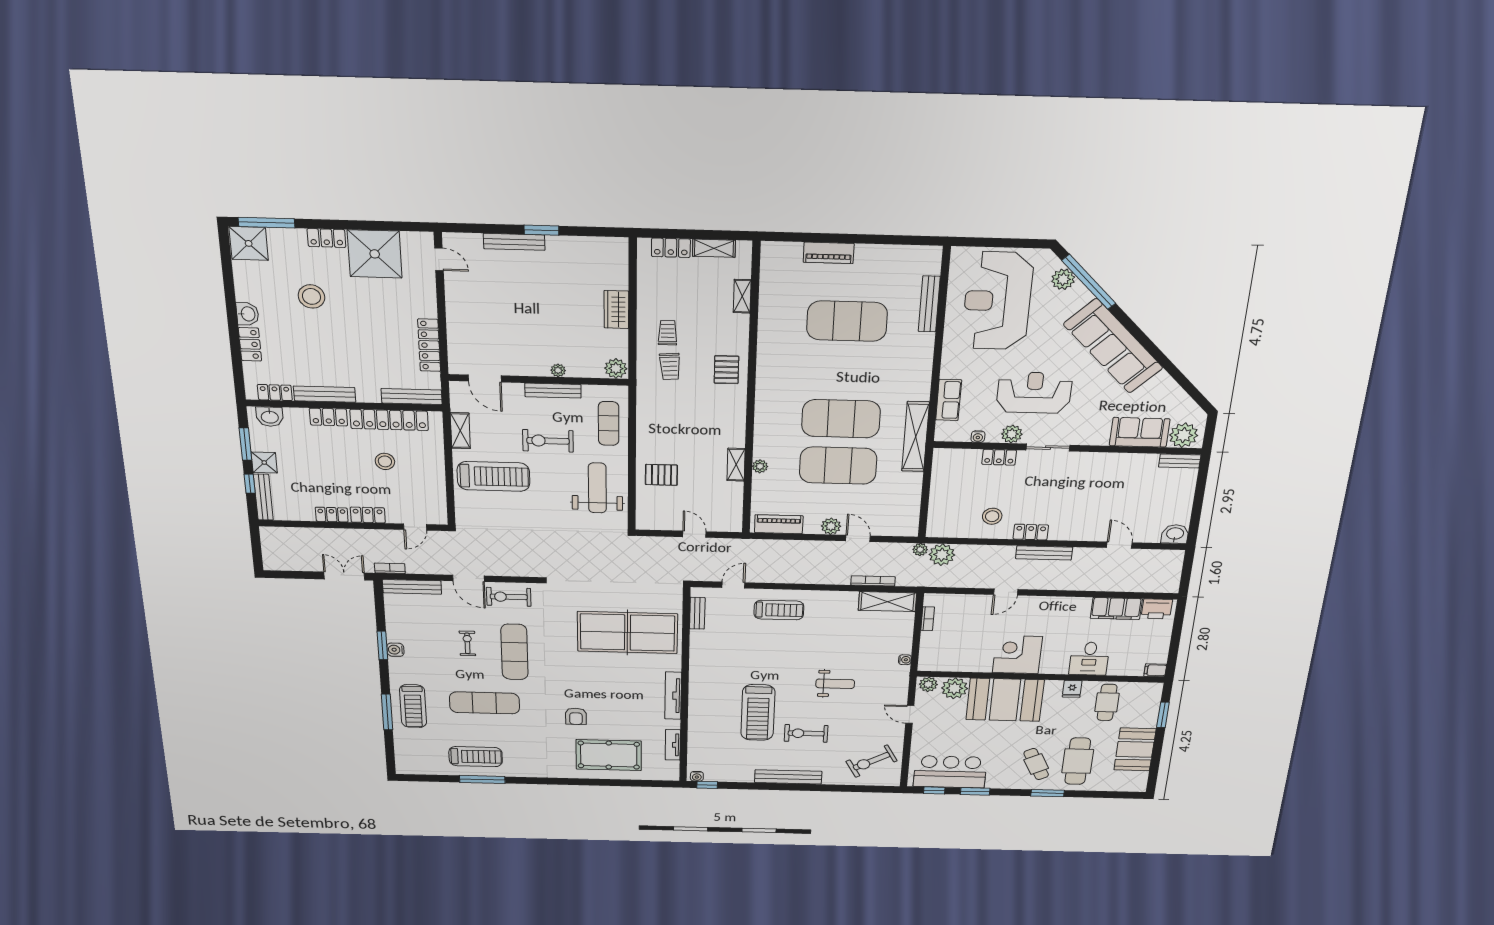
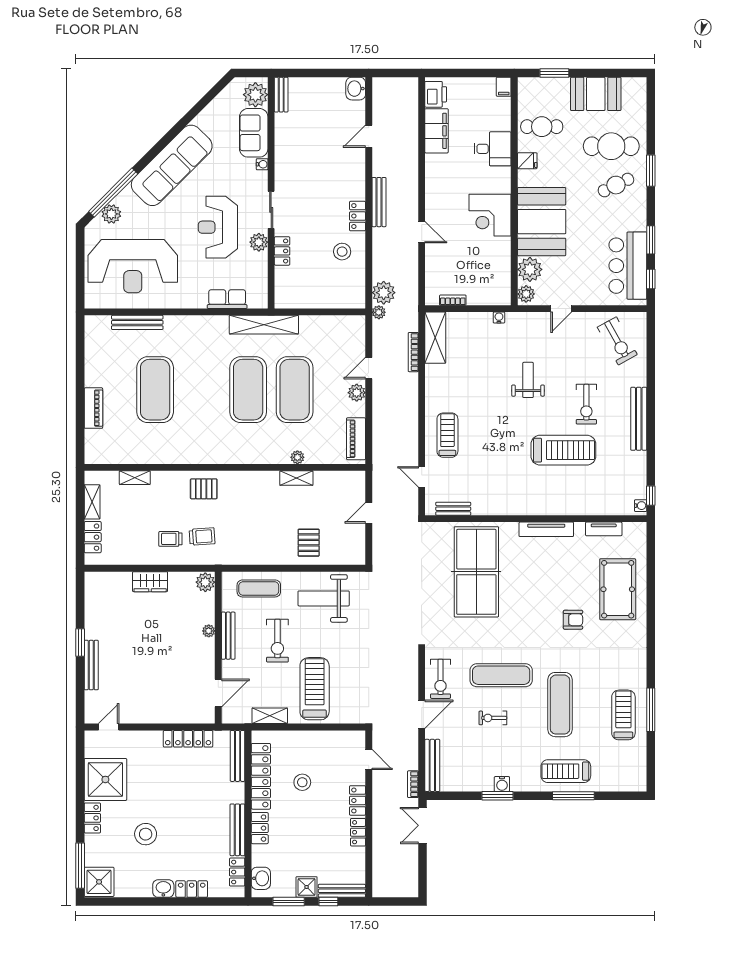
water cooler: (978, 437) -> (262, 164), moved
treadmill: (413, 706) -> (566, 771), turned 180

